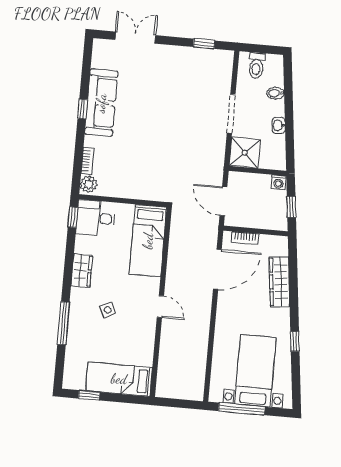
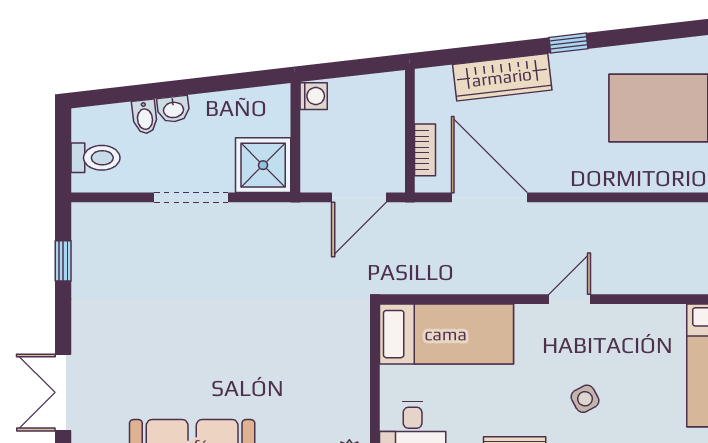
washbasin: (279, 125) -> (173, 109), moved
window: (291, 207) -> (358, 67), removed
window: (295, 341) -> (568, 43), moved

